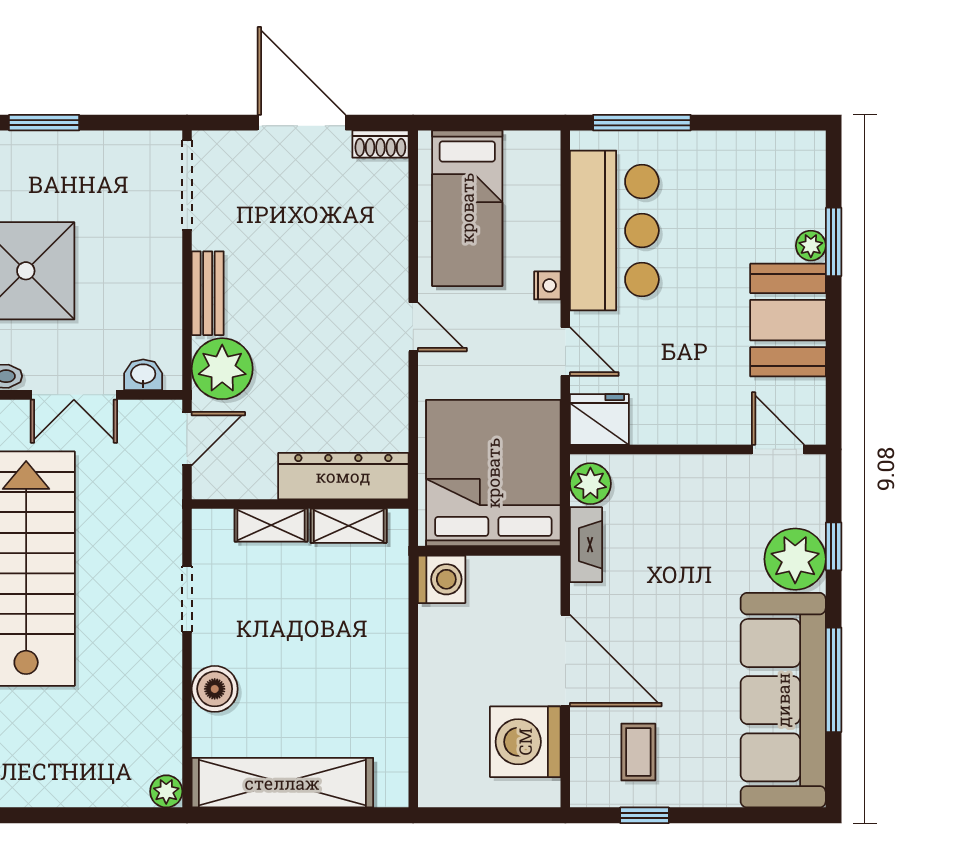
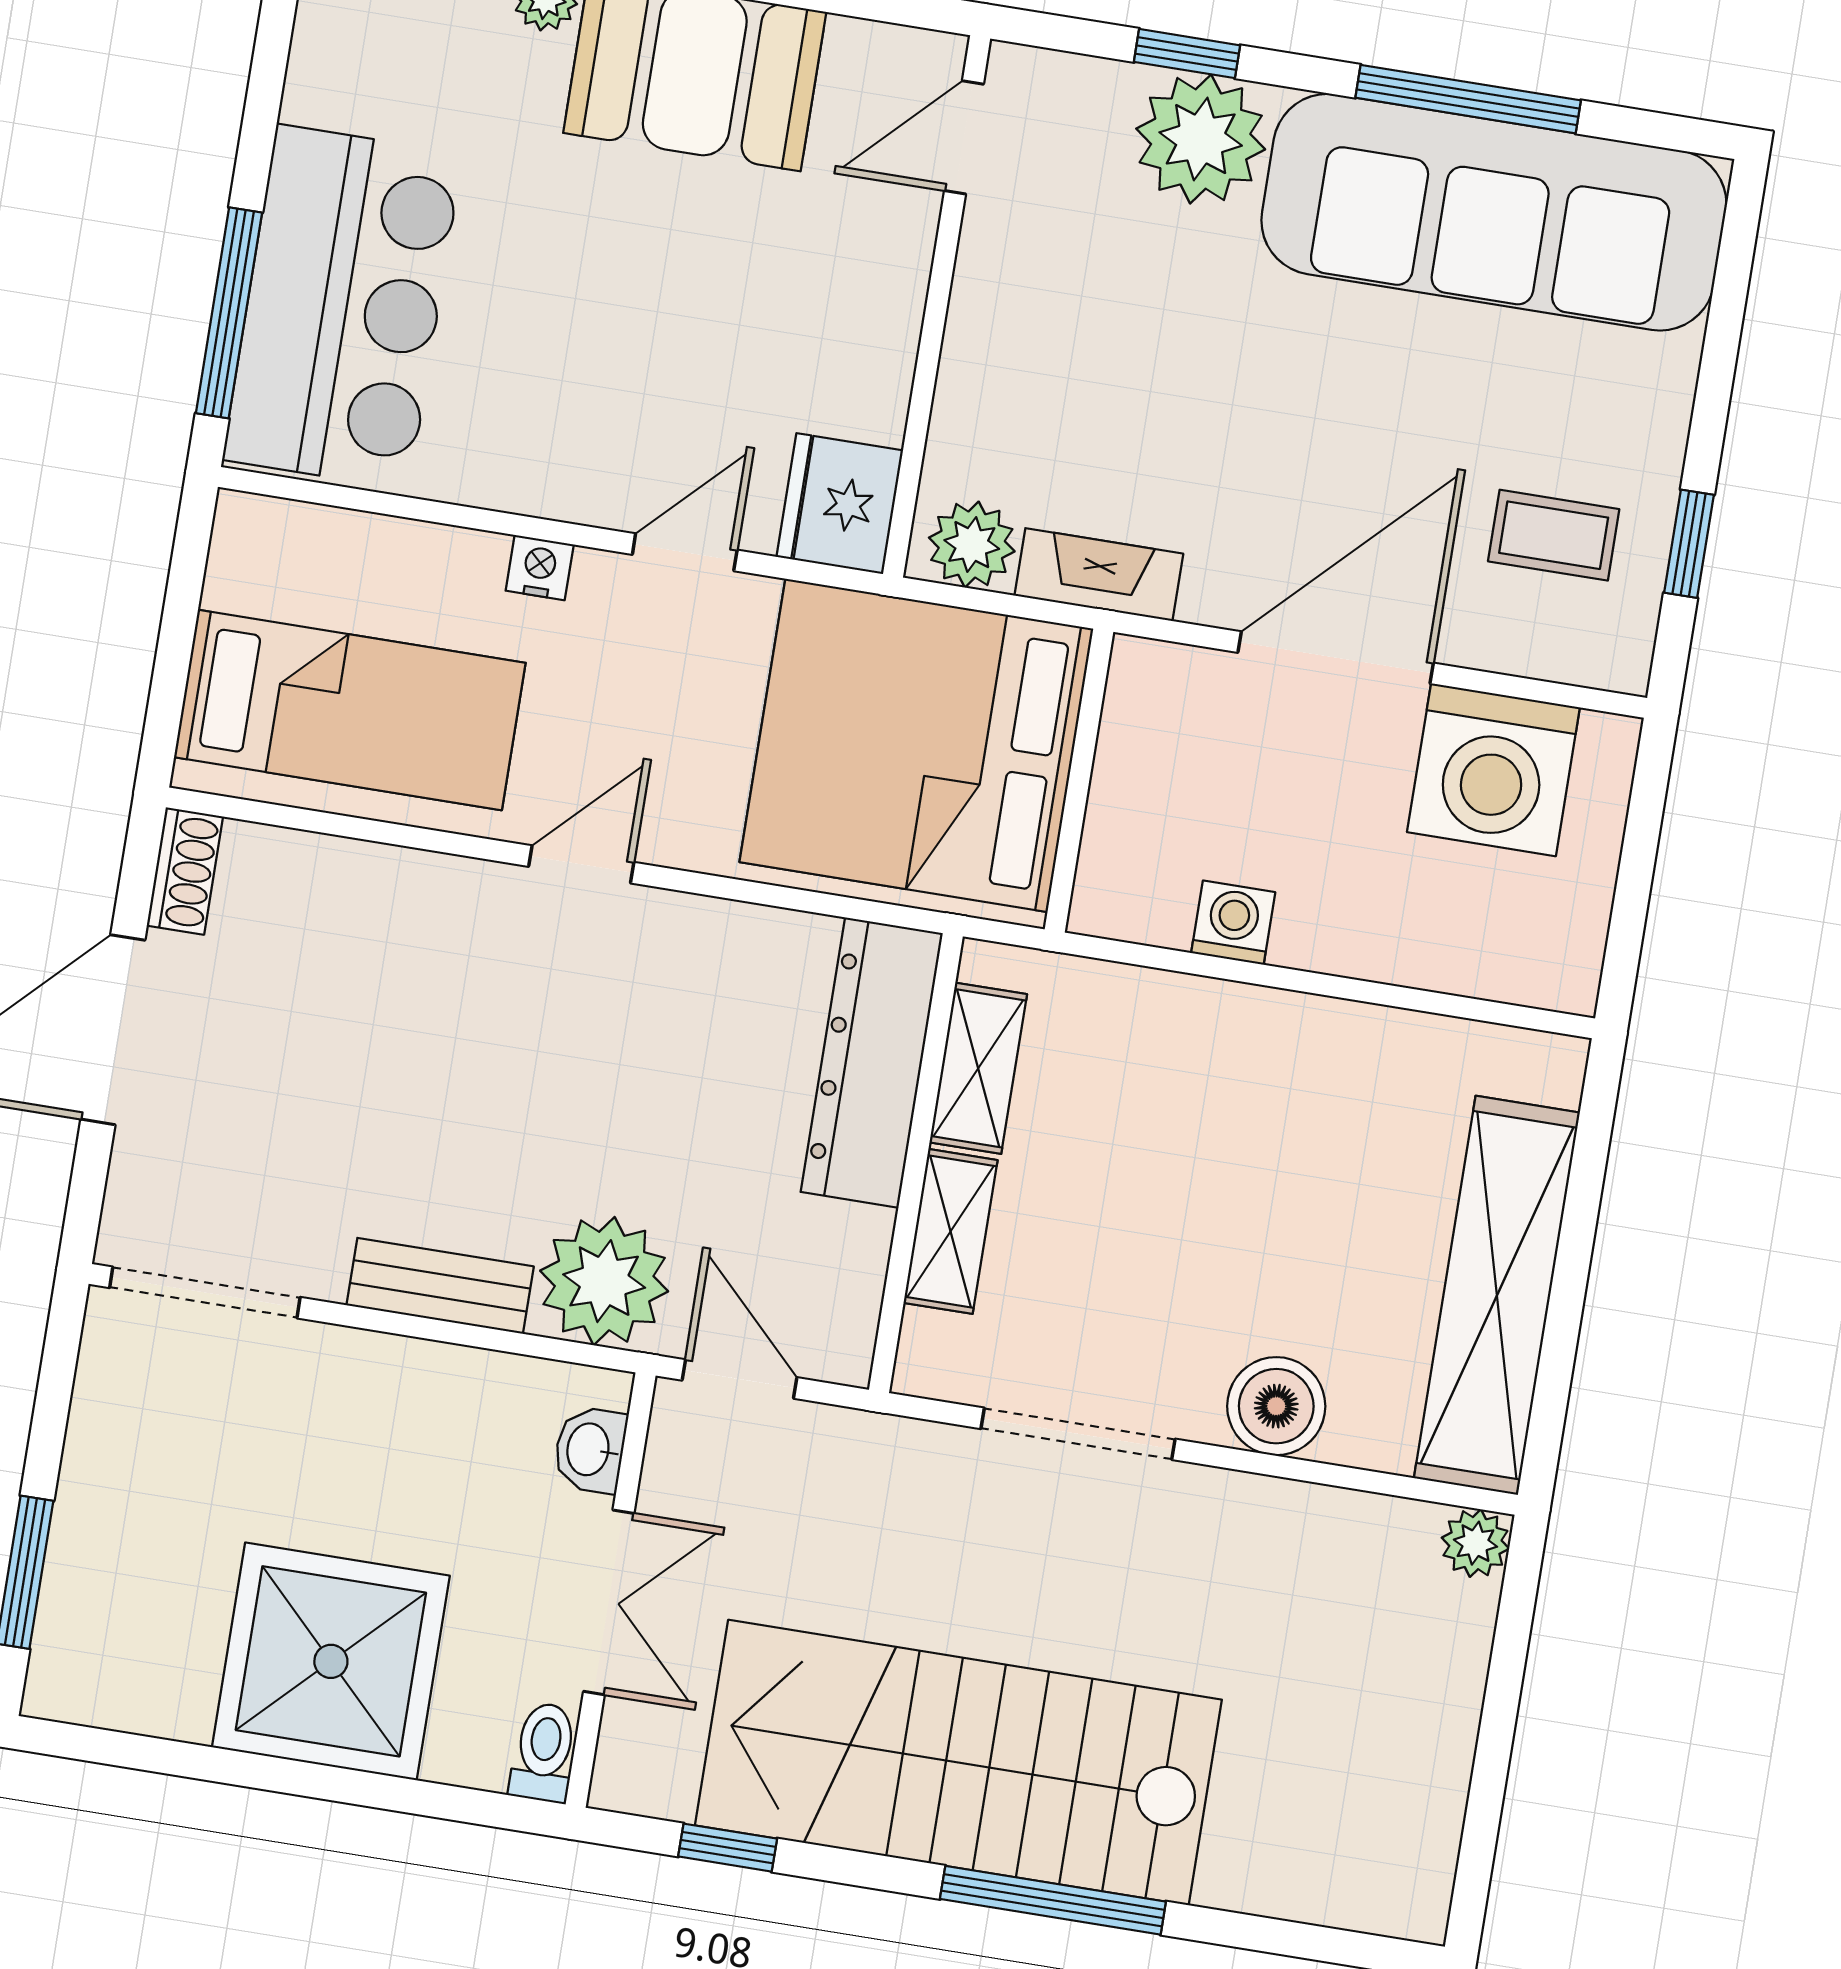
bar counter: (614, 230) -> (343, 307), moved, turned 90
washing machine: (442, 579) -> (1233, 923), moved, width x0.73, depth x0.73
doorway: (187, 599) -> (1078, 1434), width x1.38

